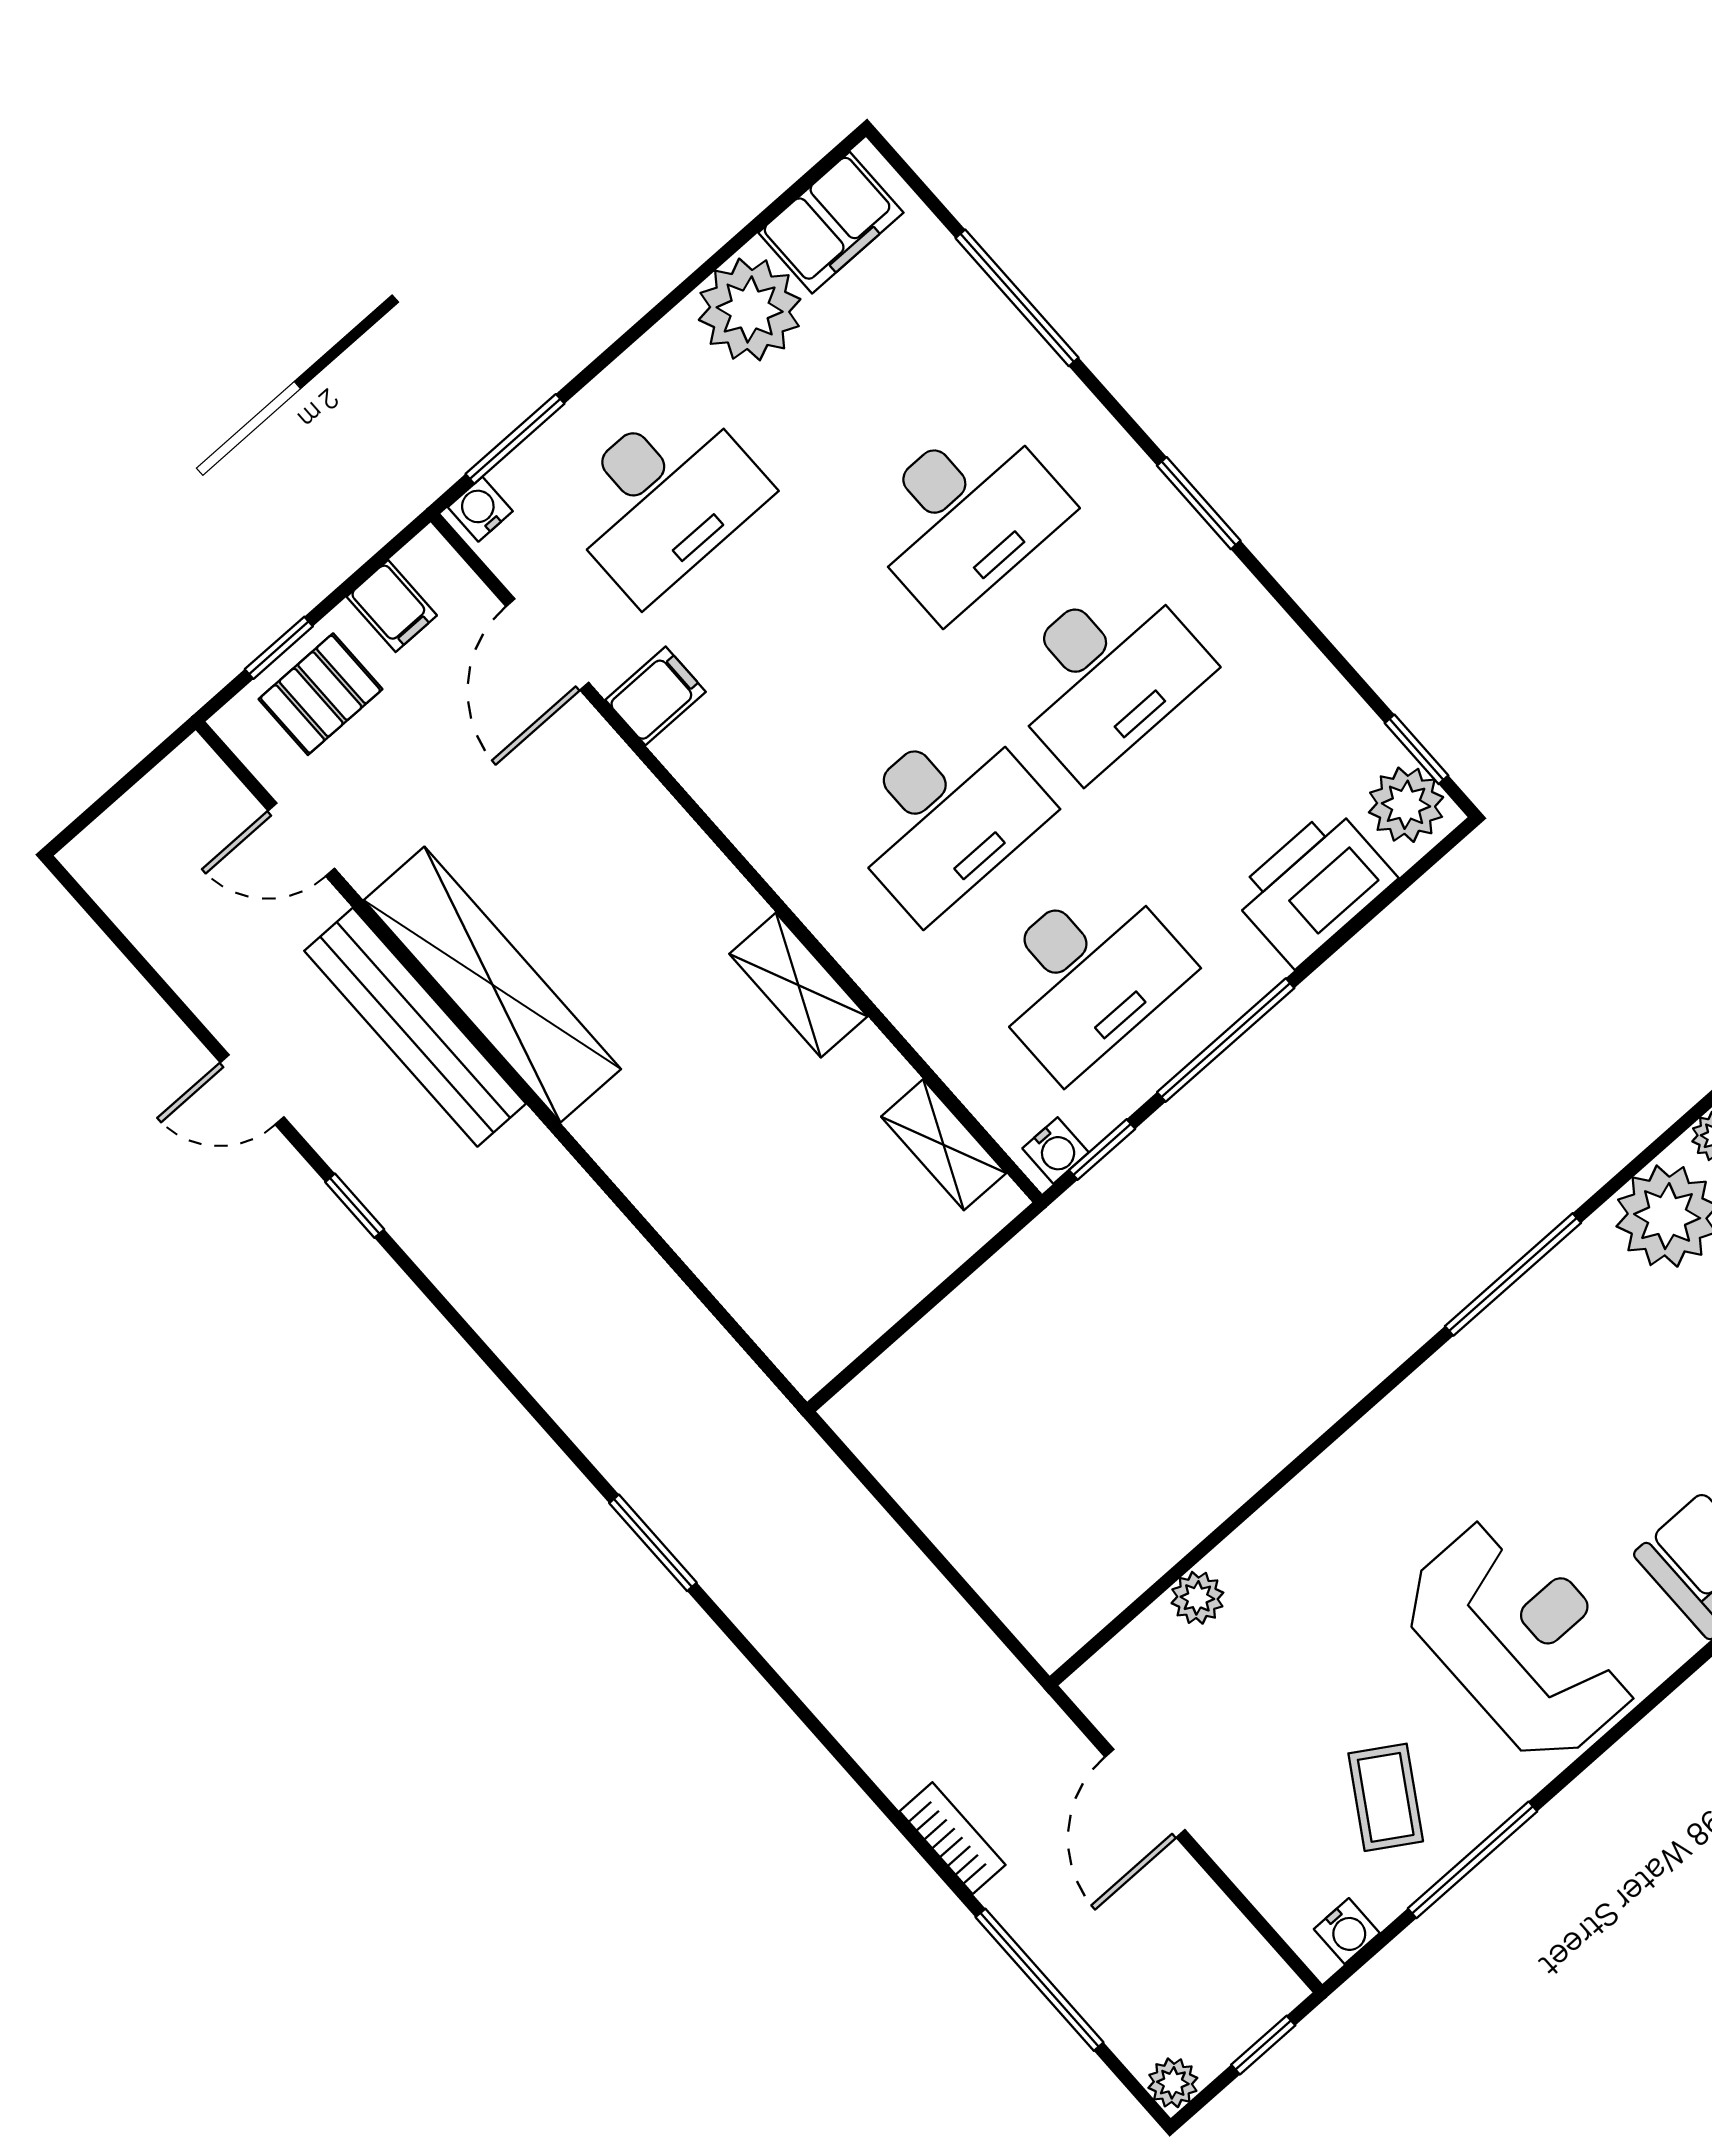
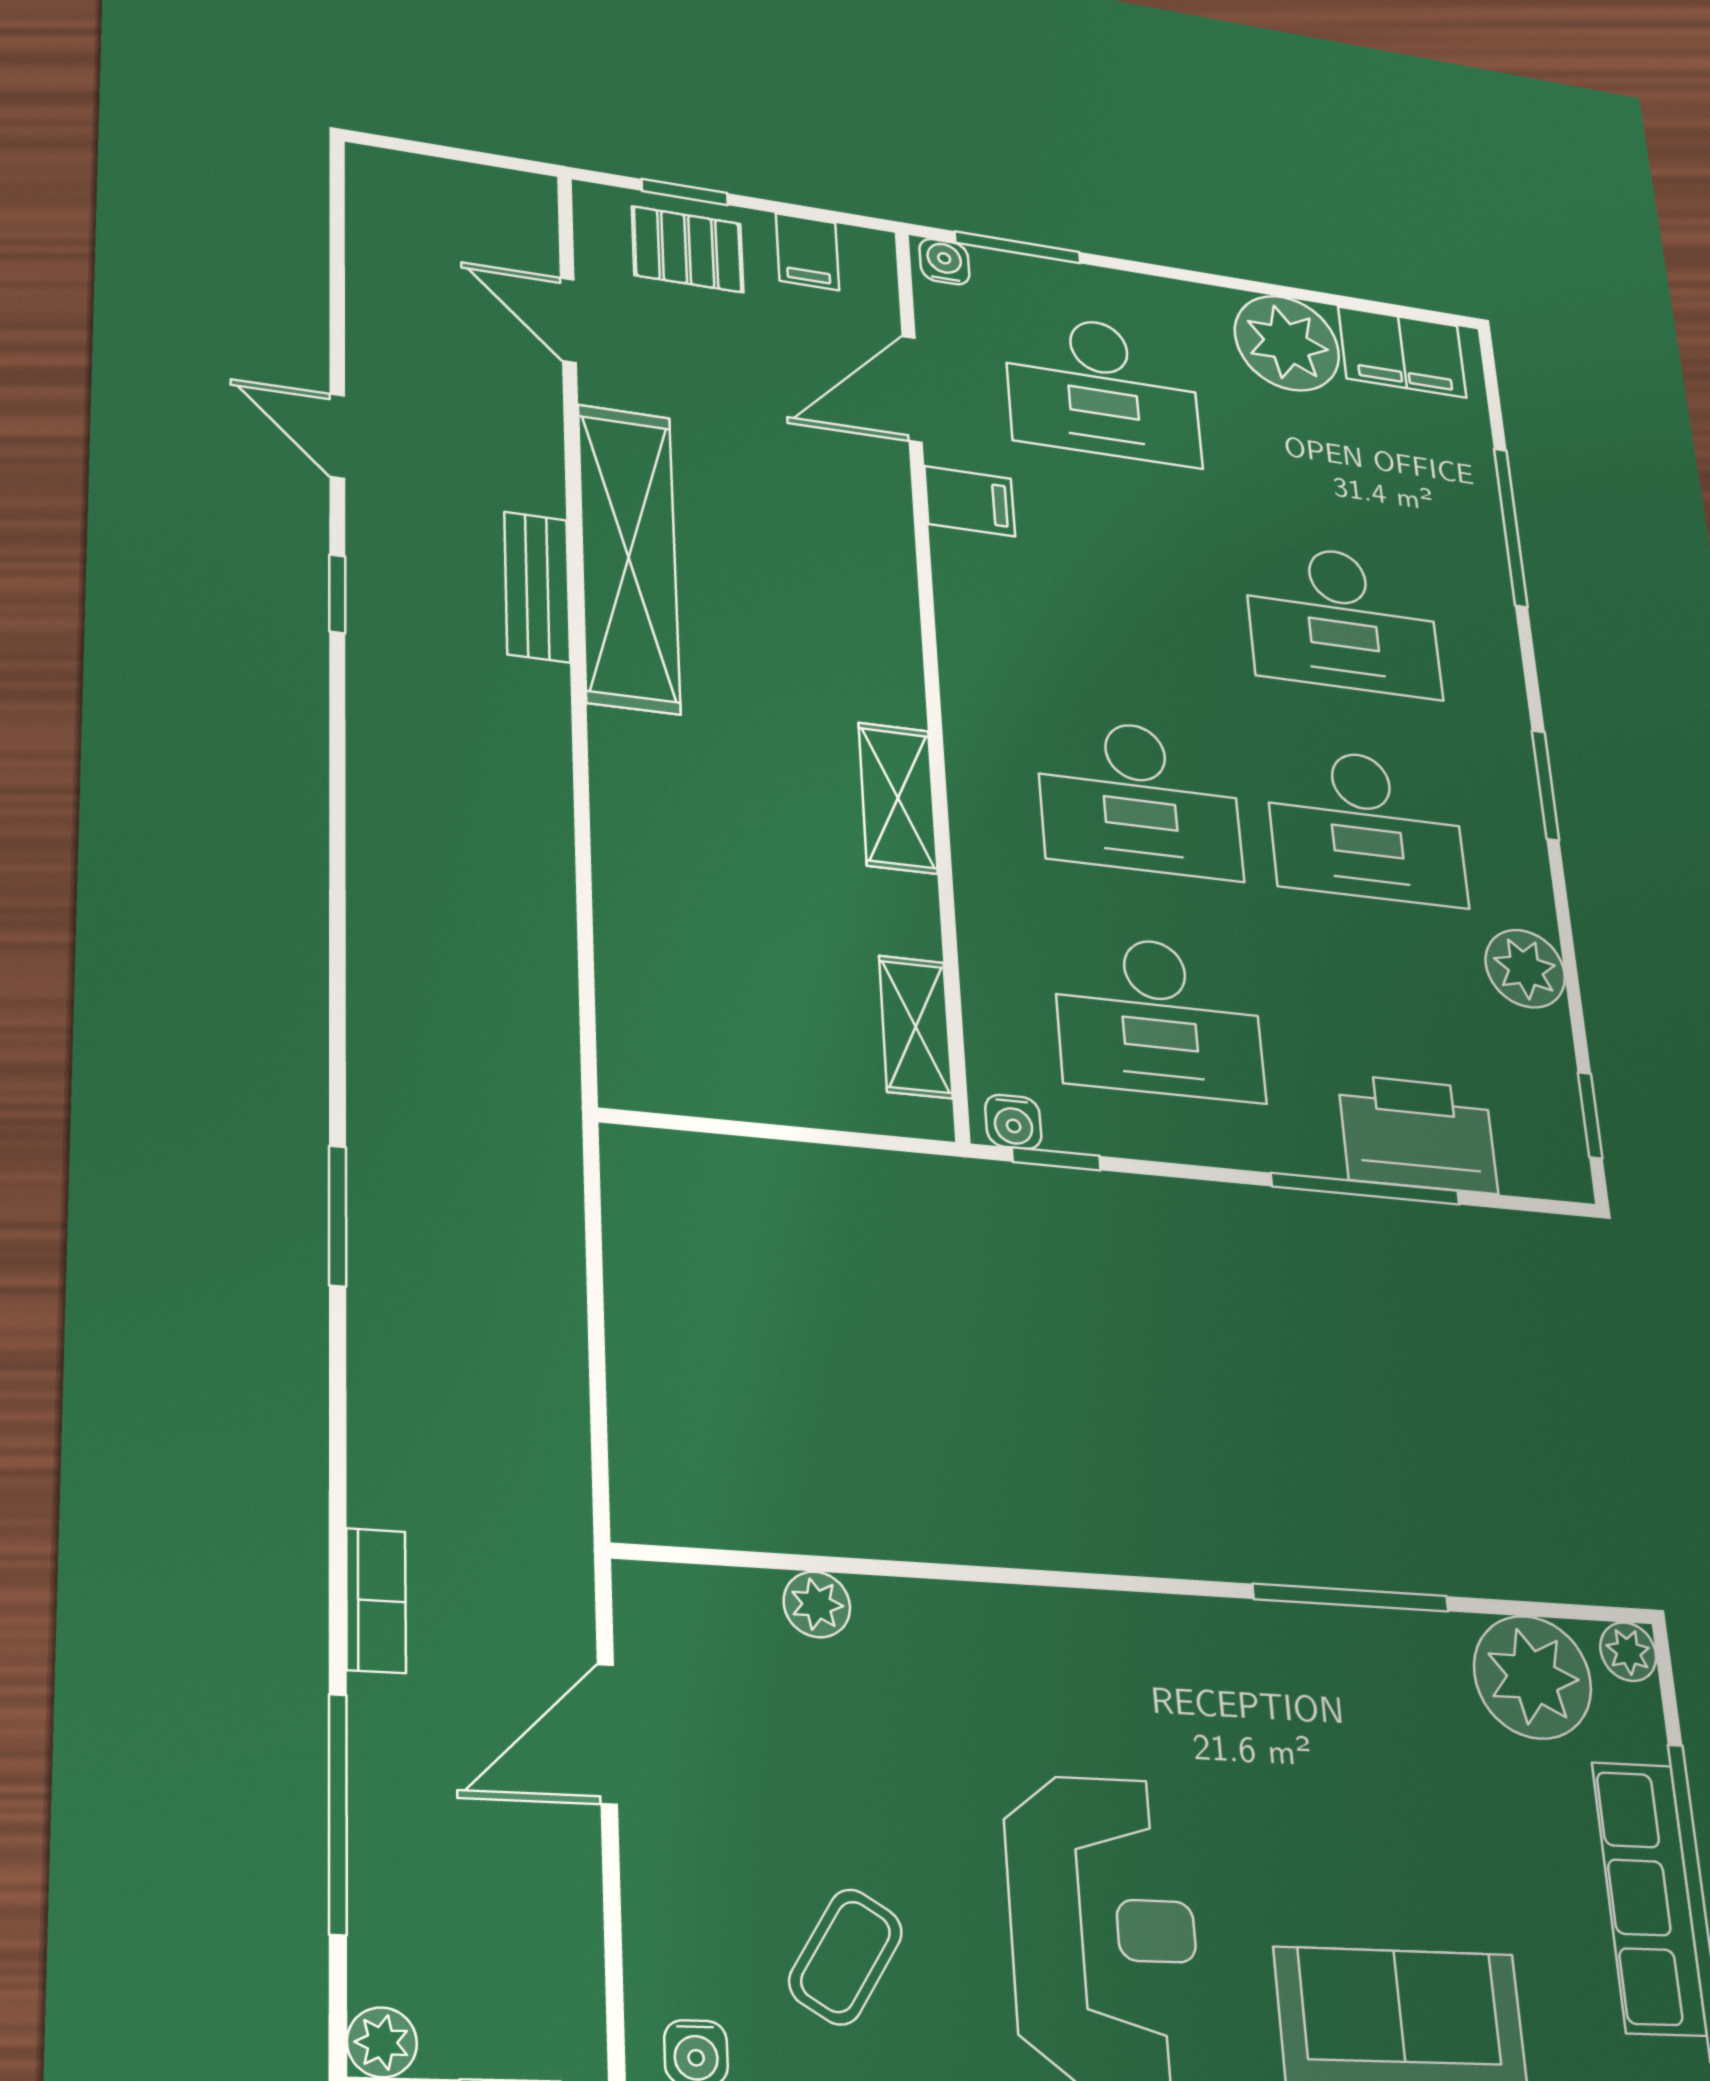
plant: (1406, 805) -> (1525, 969), moved
bench: (415, 1027) -> (537, 587), width x0.54, depth x0.82
window: (1226, 1040) -> (1366, 1189), moved
window: (653, 1543) -> (338, 1216), moved

